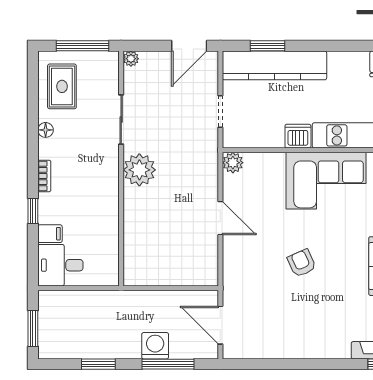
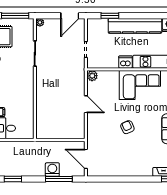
kitchen counter: (274, 65) -> (135, 26), moved
plant: (139, 170) -> (44, 79), removed
window: (98, 364) -> (13, 179), moved

